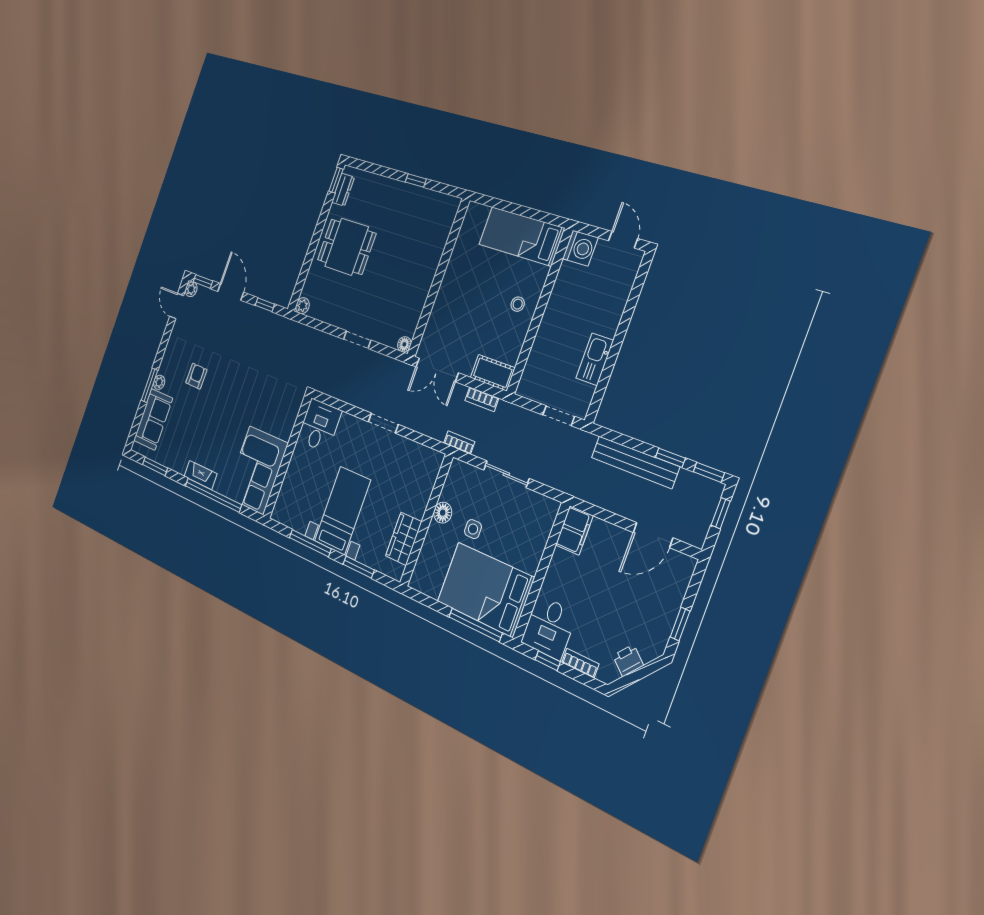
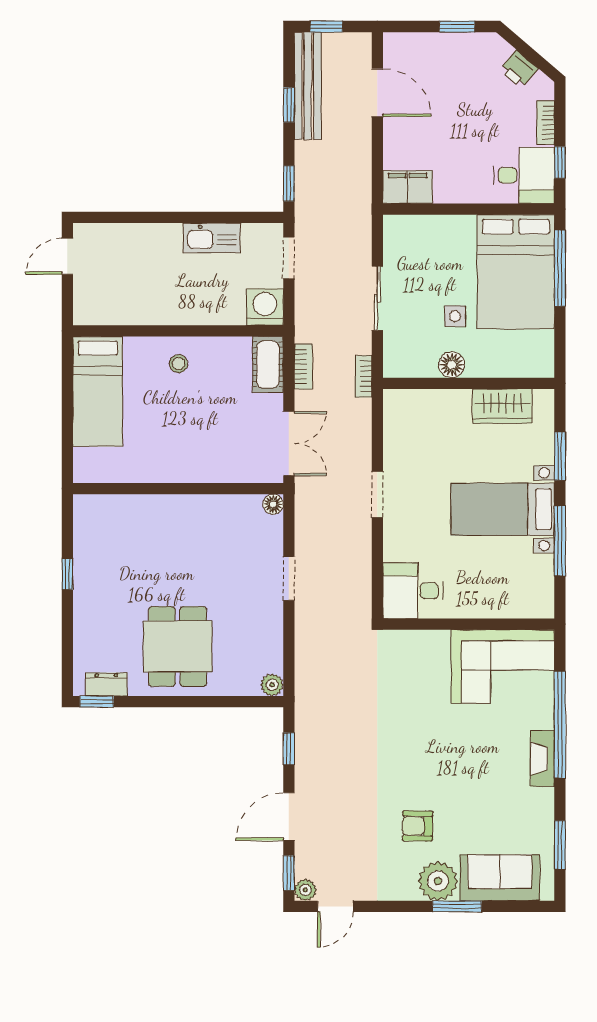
washing machine: (580, 248) -> (265, 307), moved
plant: (159, 382) -> (438, 881), width x1.88, depth x1.88
bench: (635, 462) -> (308, 86), moved
window: (709, 472) -> (289, 183), moved

